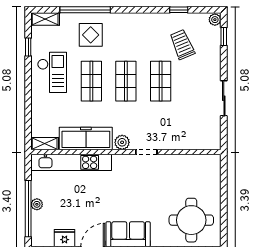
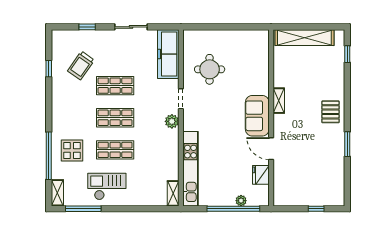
plant: (215, 20) -> (58, 35), removed
window: (224, 37) -> (87, 27), moved
trolley: (182, 44) -> (81, 66), turned -32
window: (28, 47) -> (83, 209), width x2.17
freezer: (86, 138) -> (168, 54), moved
plant: (37, 204) -> (241, 201), moved
round table: (191, 220) -> (210, 69), moved, width x0.73, depth x0.73

